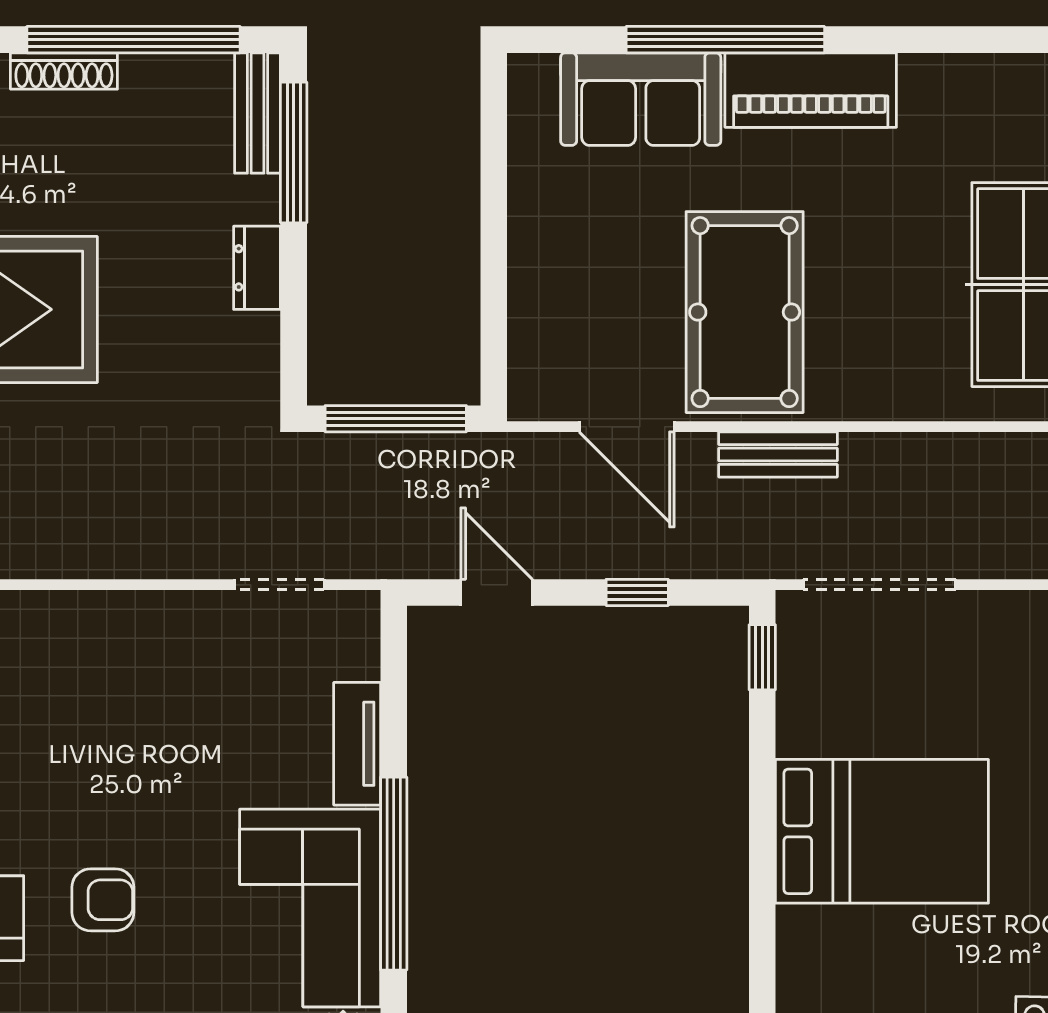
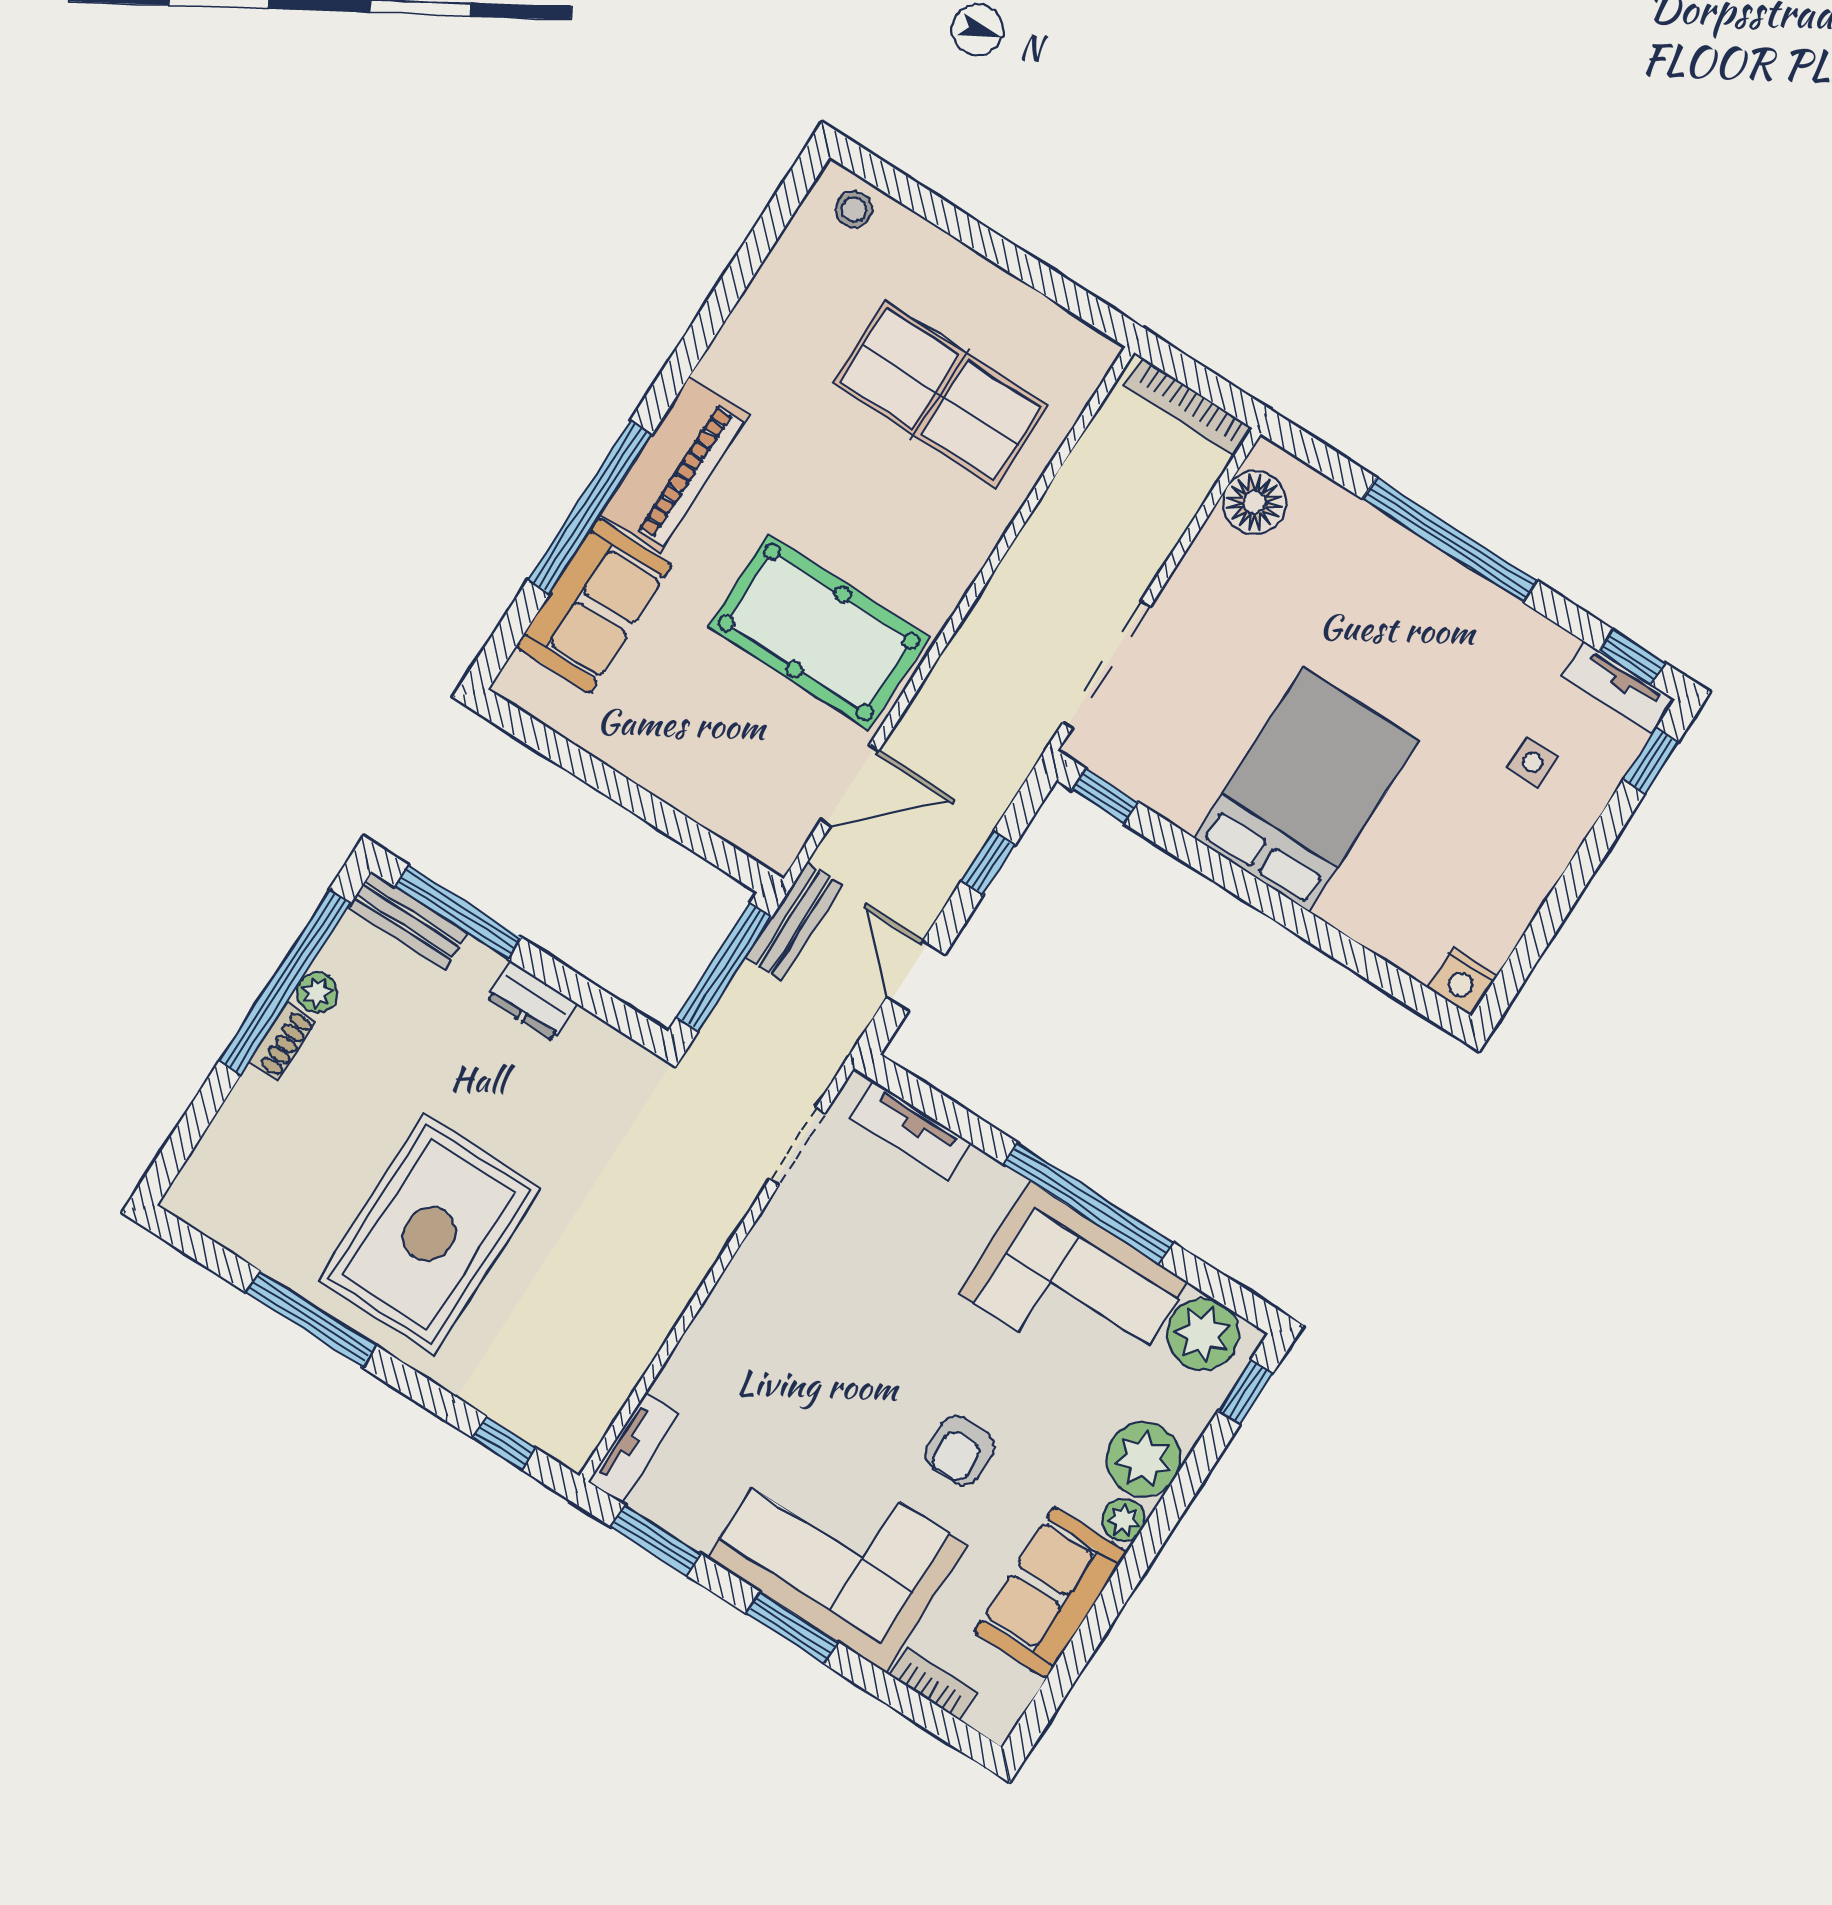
shoe rack: (64, 71) -> (282, 1041), width x0.70
plant: (143, 74) -> (317, 993), added
bench: (778, 454) -> (794, 922), moved
door: (497, 592) -> (916, 976), hinge flipped
tv unit: (357, 744) -> (911, 1131), moved
armchair: (103, 900) -> (960, 1450), turned 180

